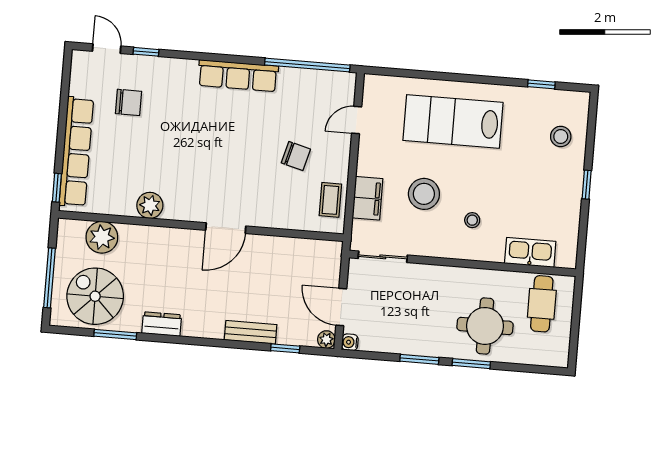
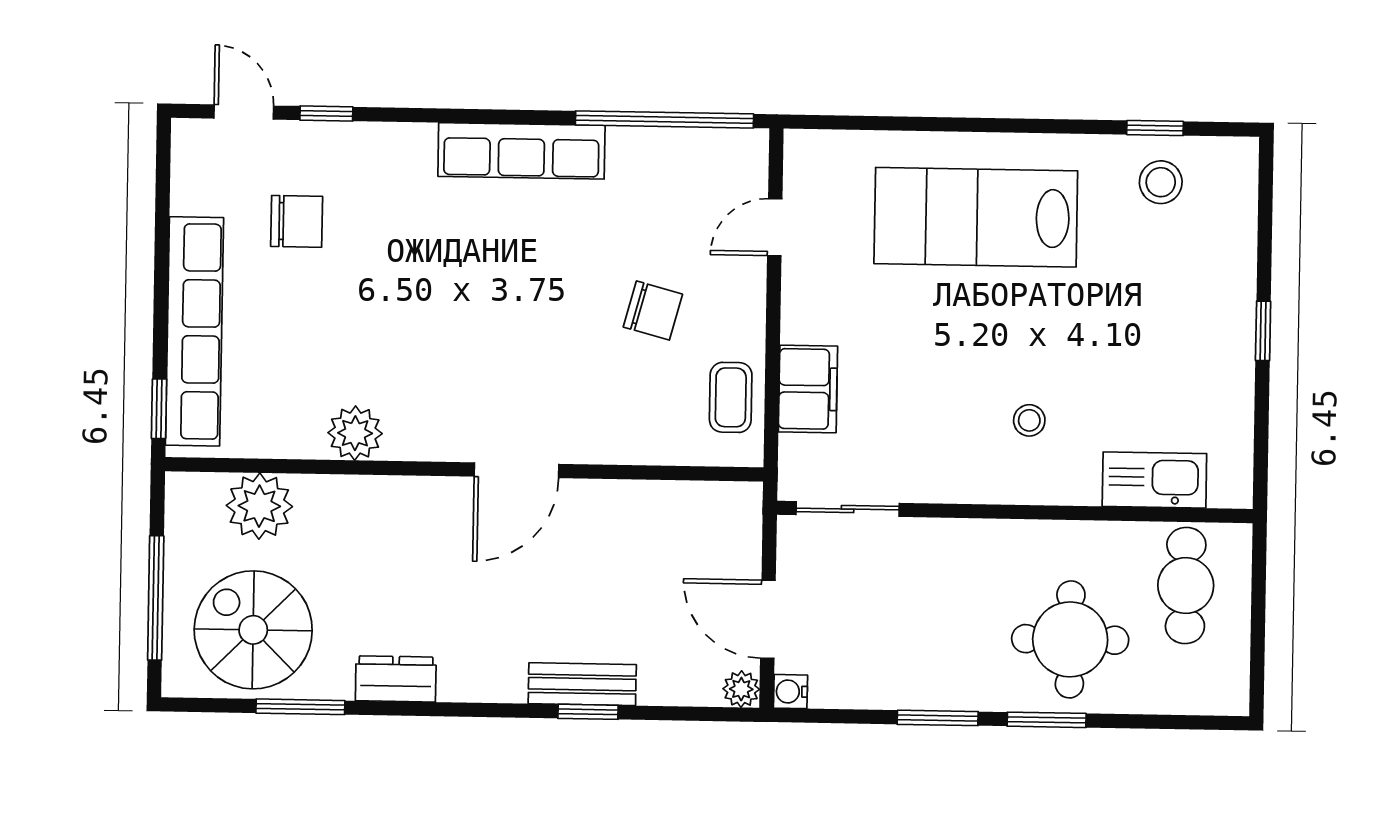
stool: (561, 136) -> (1161, 182), moved
stool: (424, 194) -> (925, 372), removed
window: (285, 348) -> (588, 712), moved

